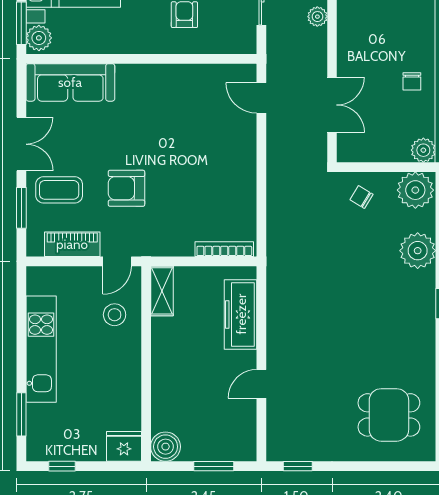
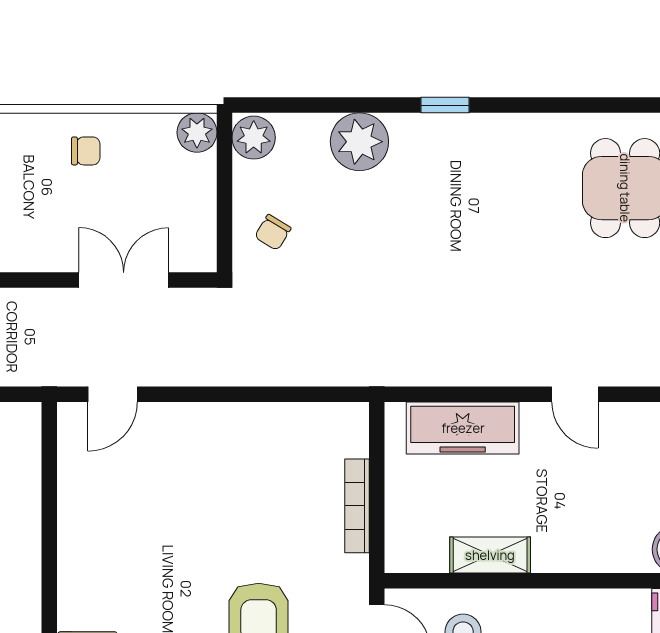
plant: (415, 190) -> (254, 138), width x0.73, depth x0.73
bookcase: (224, 249) -> (357, 506), moved
shelving: (162, 291) -> (490, 555), moved

